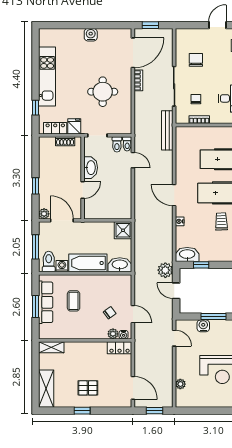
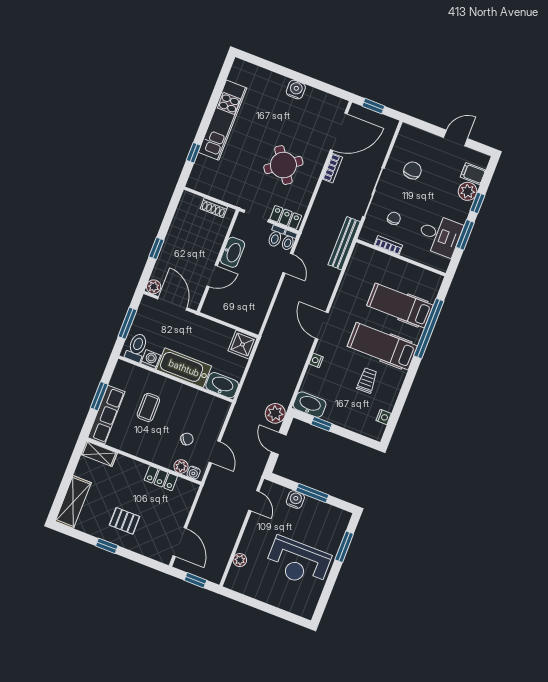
round table: (103, 92) -> (283, 165), turned -35
fridge: (74, 126) -> (232, 194), removed
locker: (55, 128) -> (286, 217), moved
row of seats: (46, 302) -> (106, 415), moved
locker: (120, 348) -> (161, 478), moved

